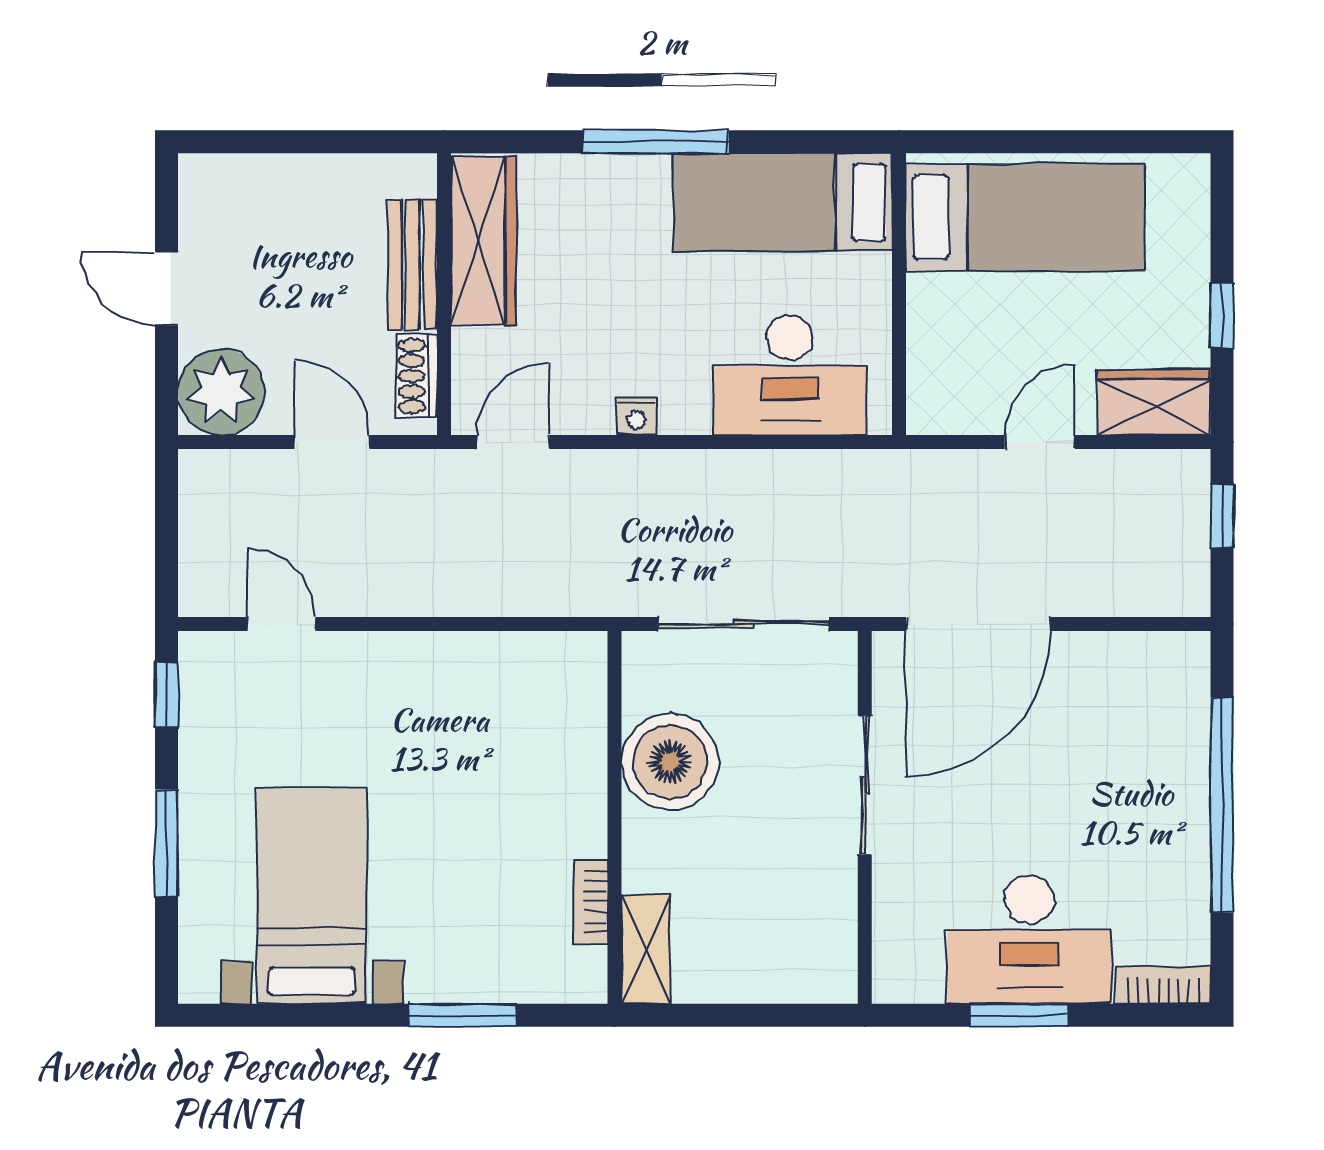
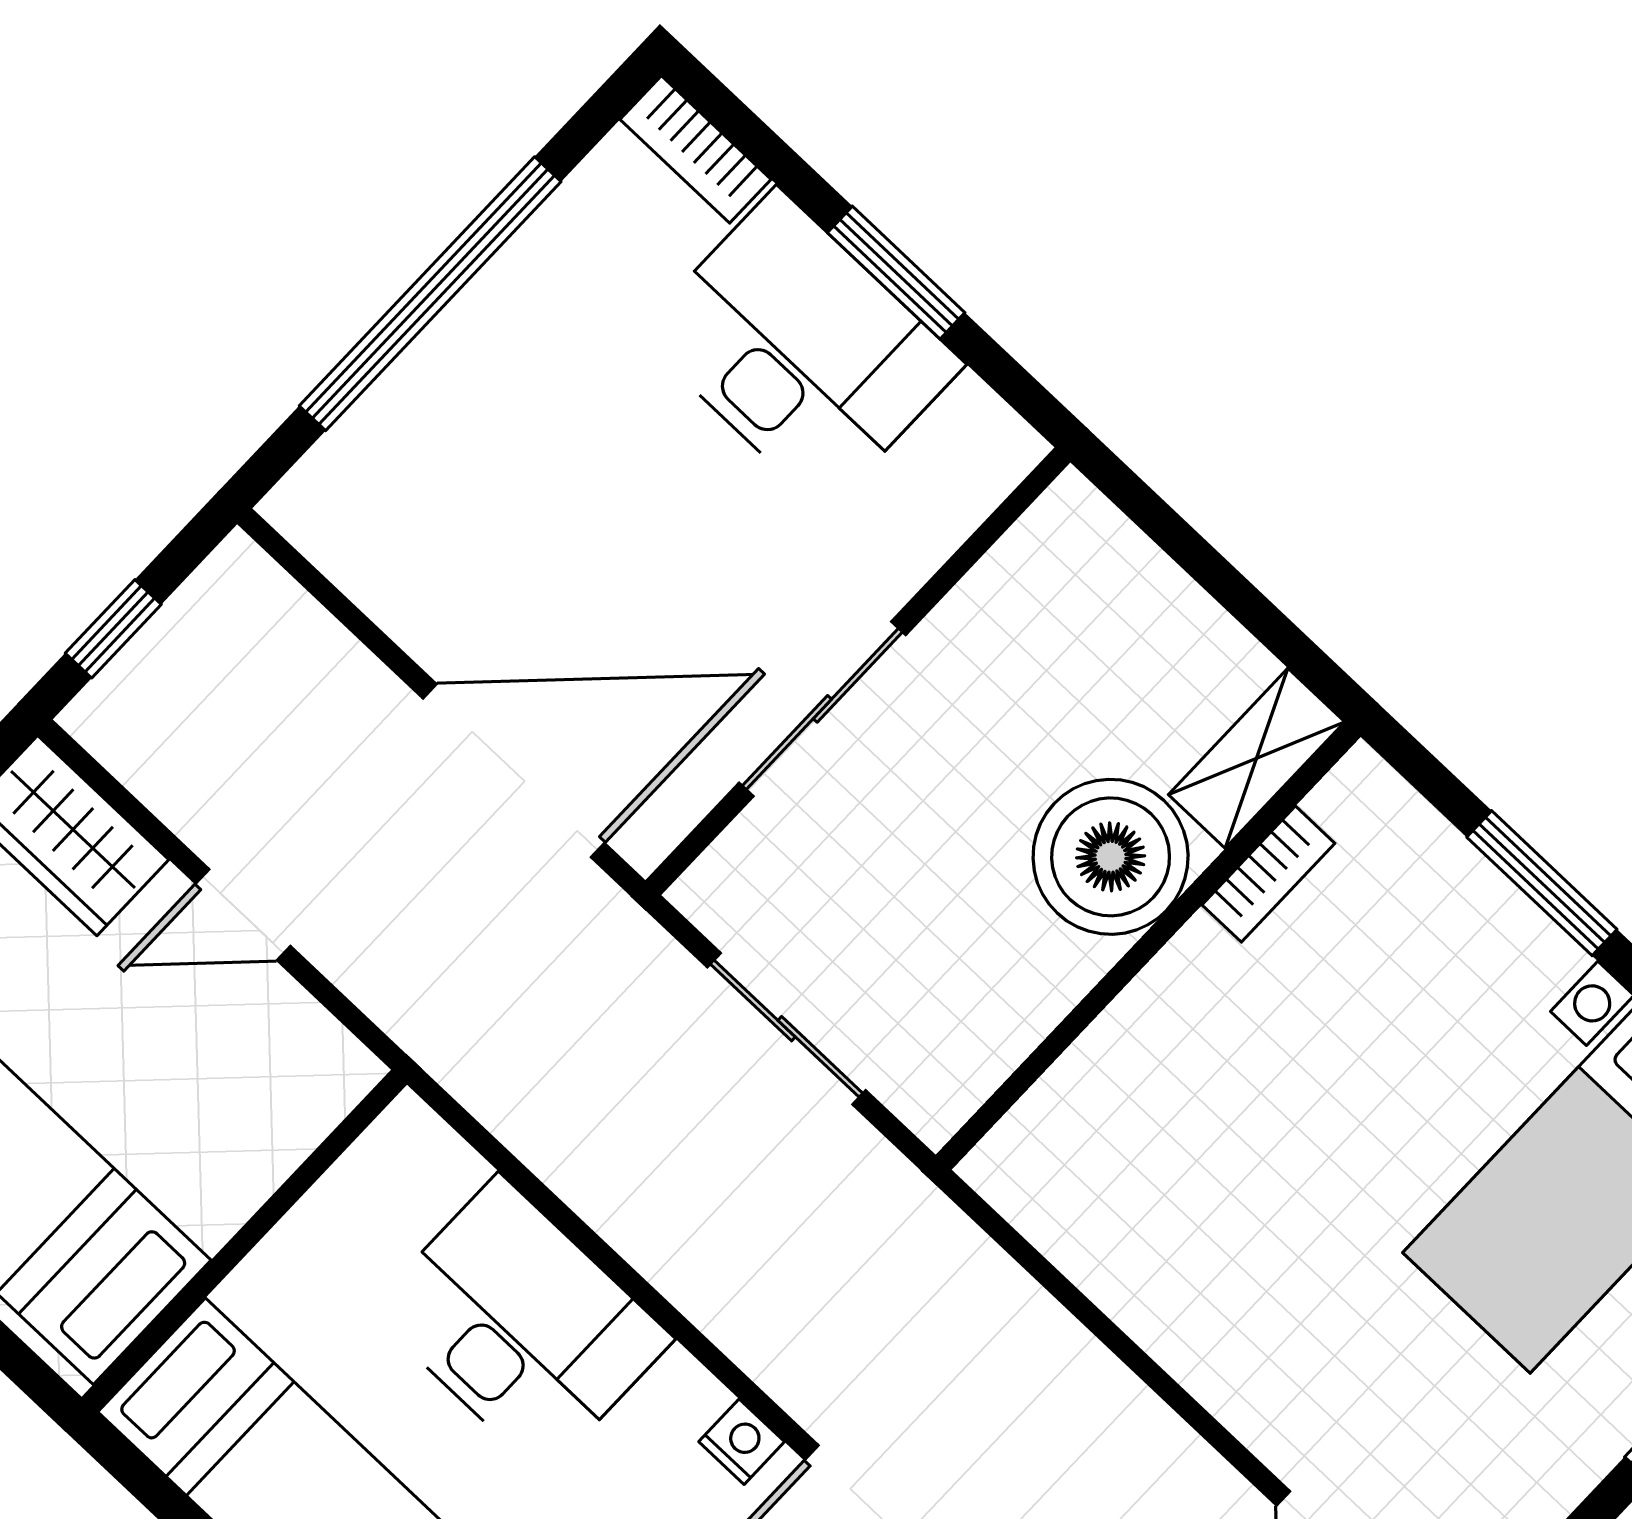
desk: (790, 375) -> (521, 1325), moved
nightstand: (636, 417) -> (742, 1442), moved
sliding door: (743, 624) -> (787, 1029), width x0.73
boiler: (670, 762) -> (1111, 857), moved

